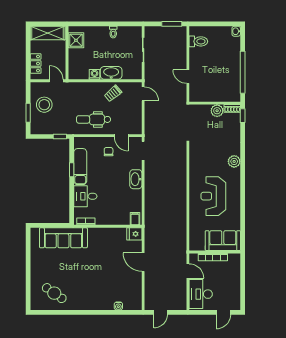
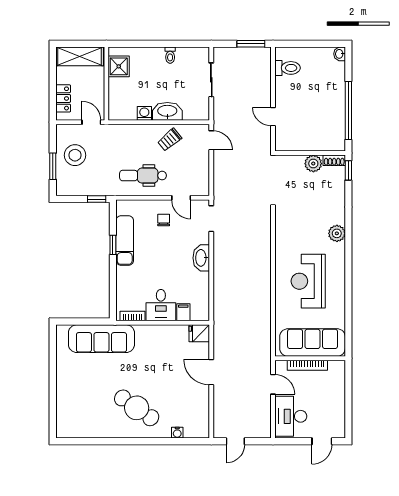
desk: (85, 196) -> (161, 305), moved, turned -90
filing cabinet: (135, 219) -> (183, 312), moved
sofa: (223, 241) -> (313, 343), width x1.36
cafe table: (54, 293) -> (137, 408), moved, width x1.37, depth x1.35

